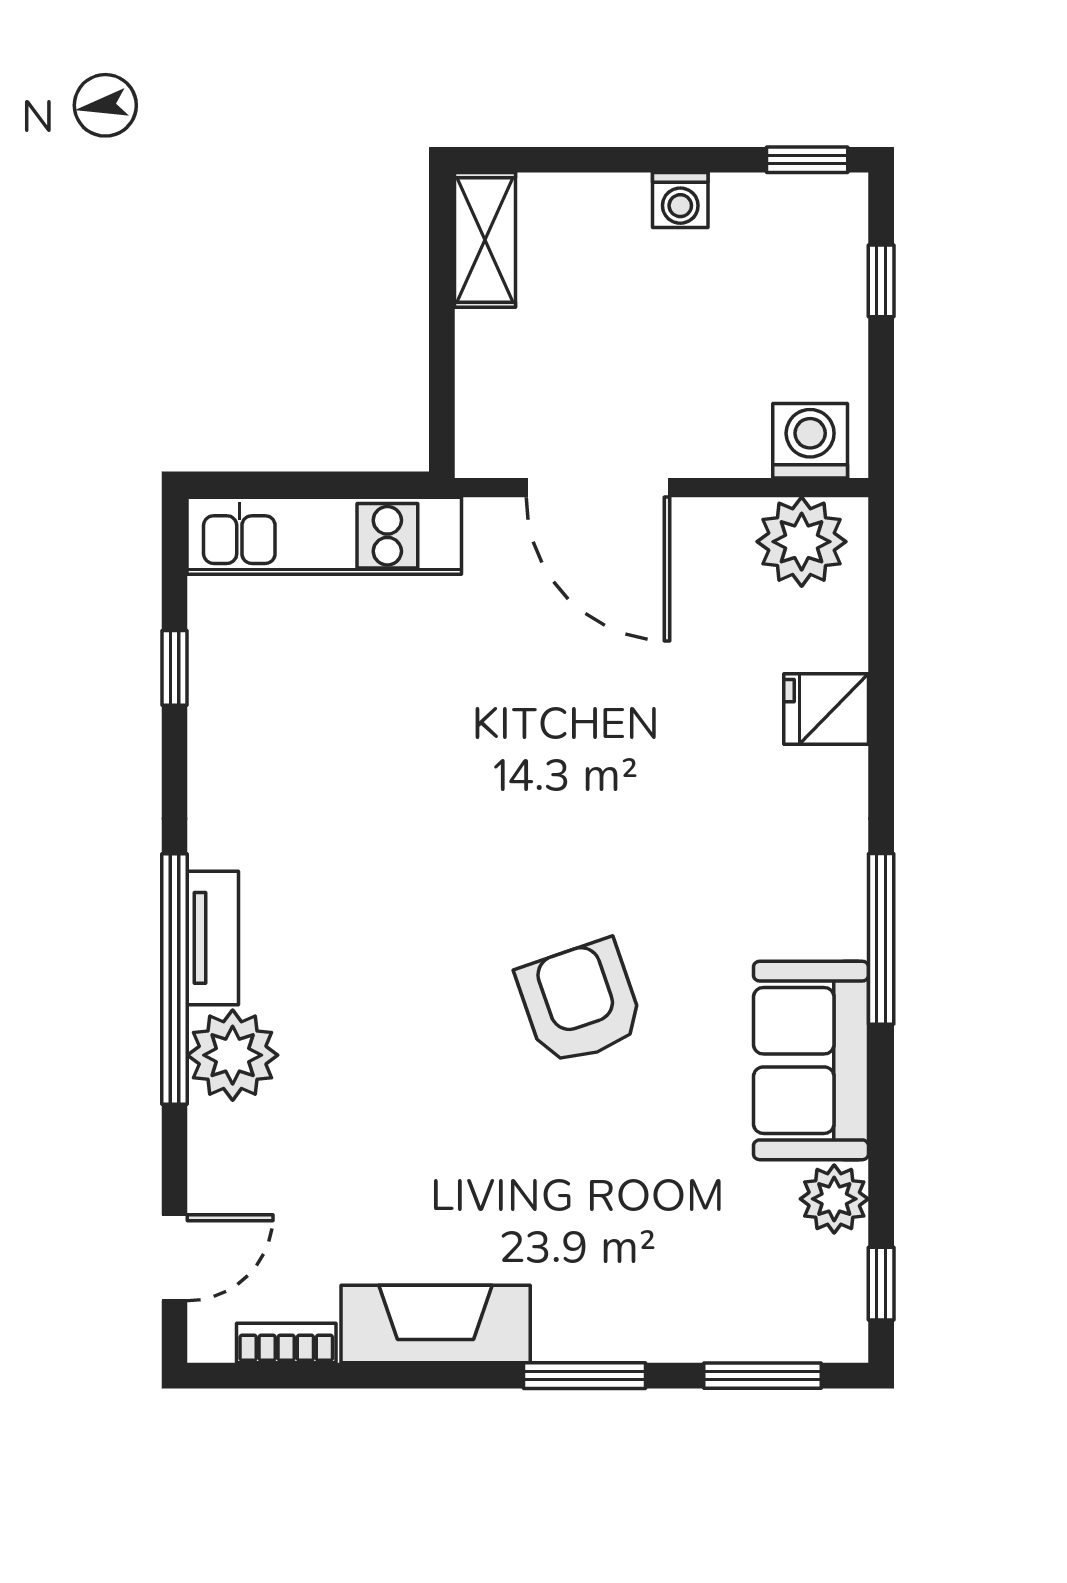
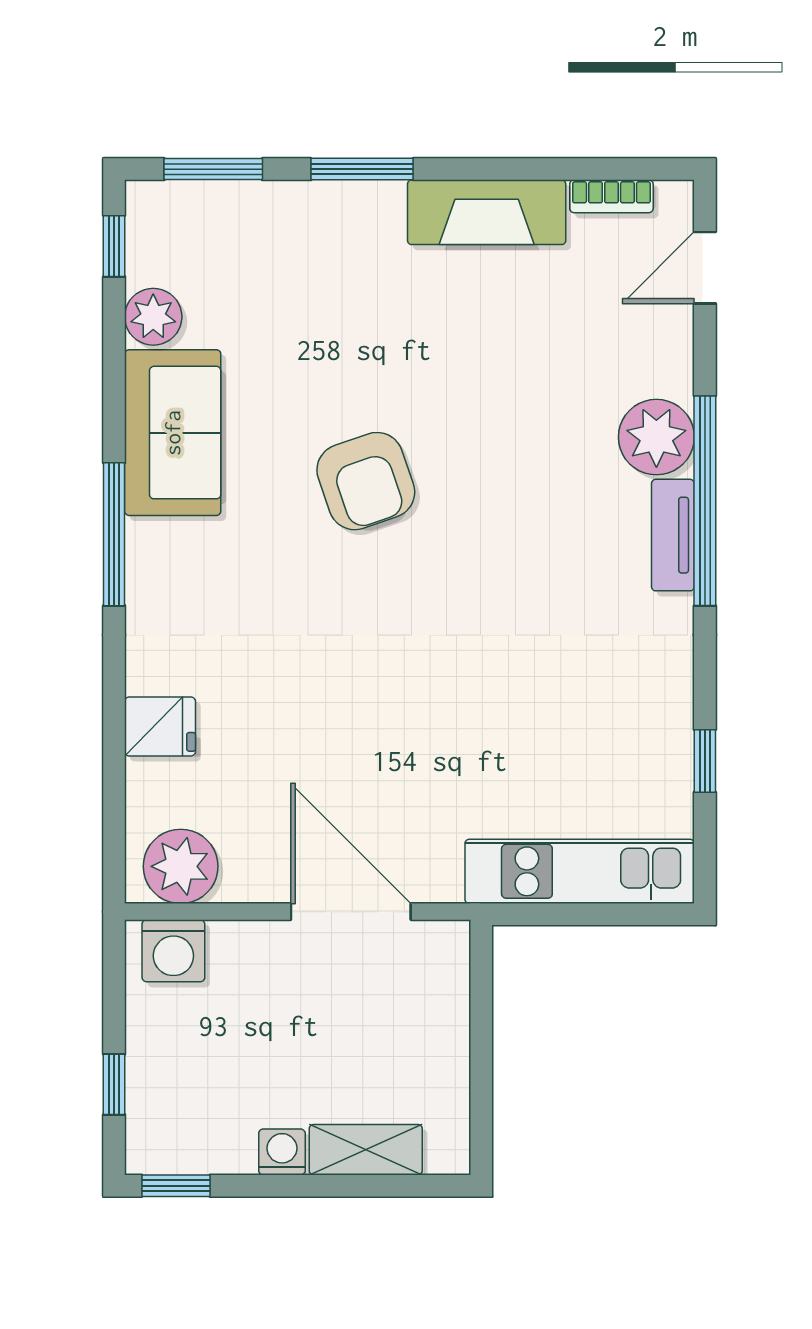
shelving: (485, 240) -> (366, 1150), moved, turned 90

